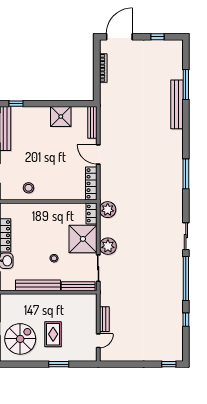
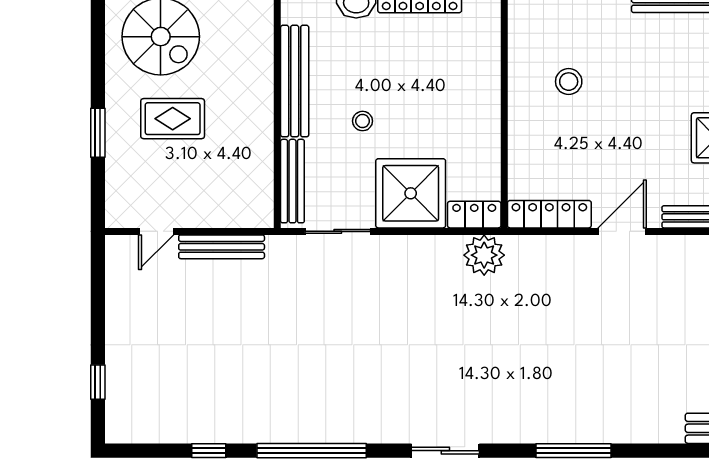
stool: (29, 188) -> (569, 82), moved
sliding door: (186, 236) -> (445, 451), moved
plant: (108, 246) -> (393, 256), removed
bench: (104, 319) -> (222, 247), width x1.36
door: (98, 341) -> (156, 231), hinge flipped
window: (169, 364) -> (98, 382), moved

